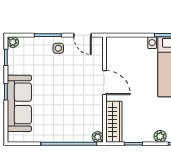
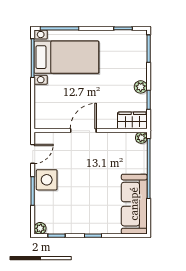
side table: (58, 48) -> (47, 180), width x1.87, depth x1.87
sofa: (19, 103) -> (134, 204), moved, turned -90
wardrobe: (114, 122) -> (132, 120), width x0.67
plant: (160, 136) -> (141, 87), moved

